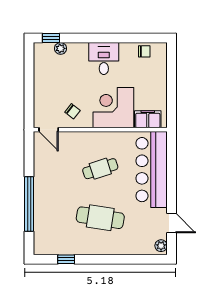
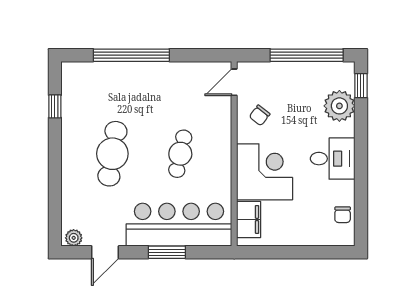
plant: (61, 48) -> (339, 106), width x1.87, depth x1.87
window: (29, 77) -> (307, 55), added
cafe table: (100, 169) -> (180, 154), turned 30
window: (171, 178) -> (167, 252), added

